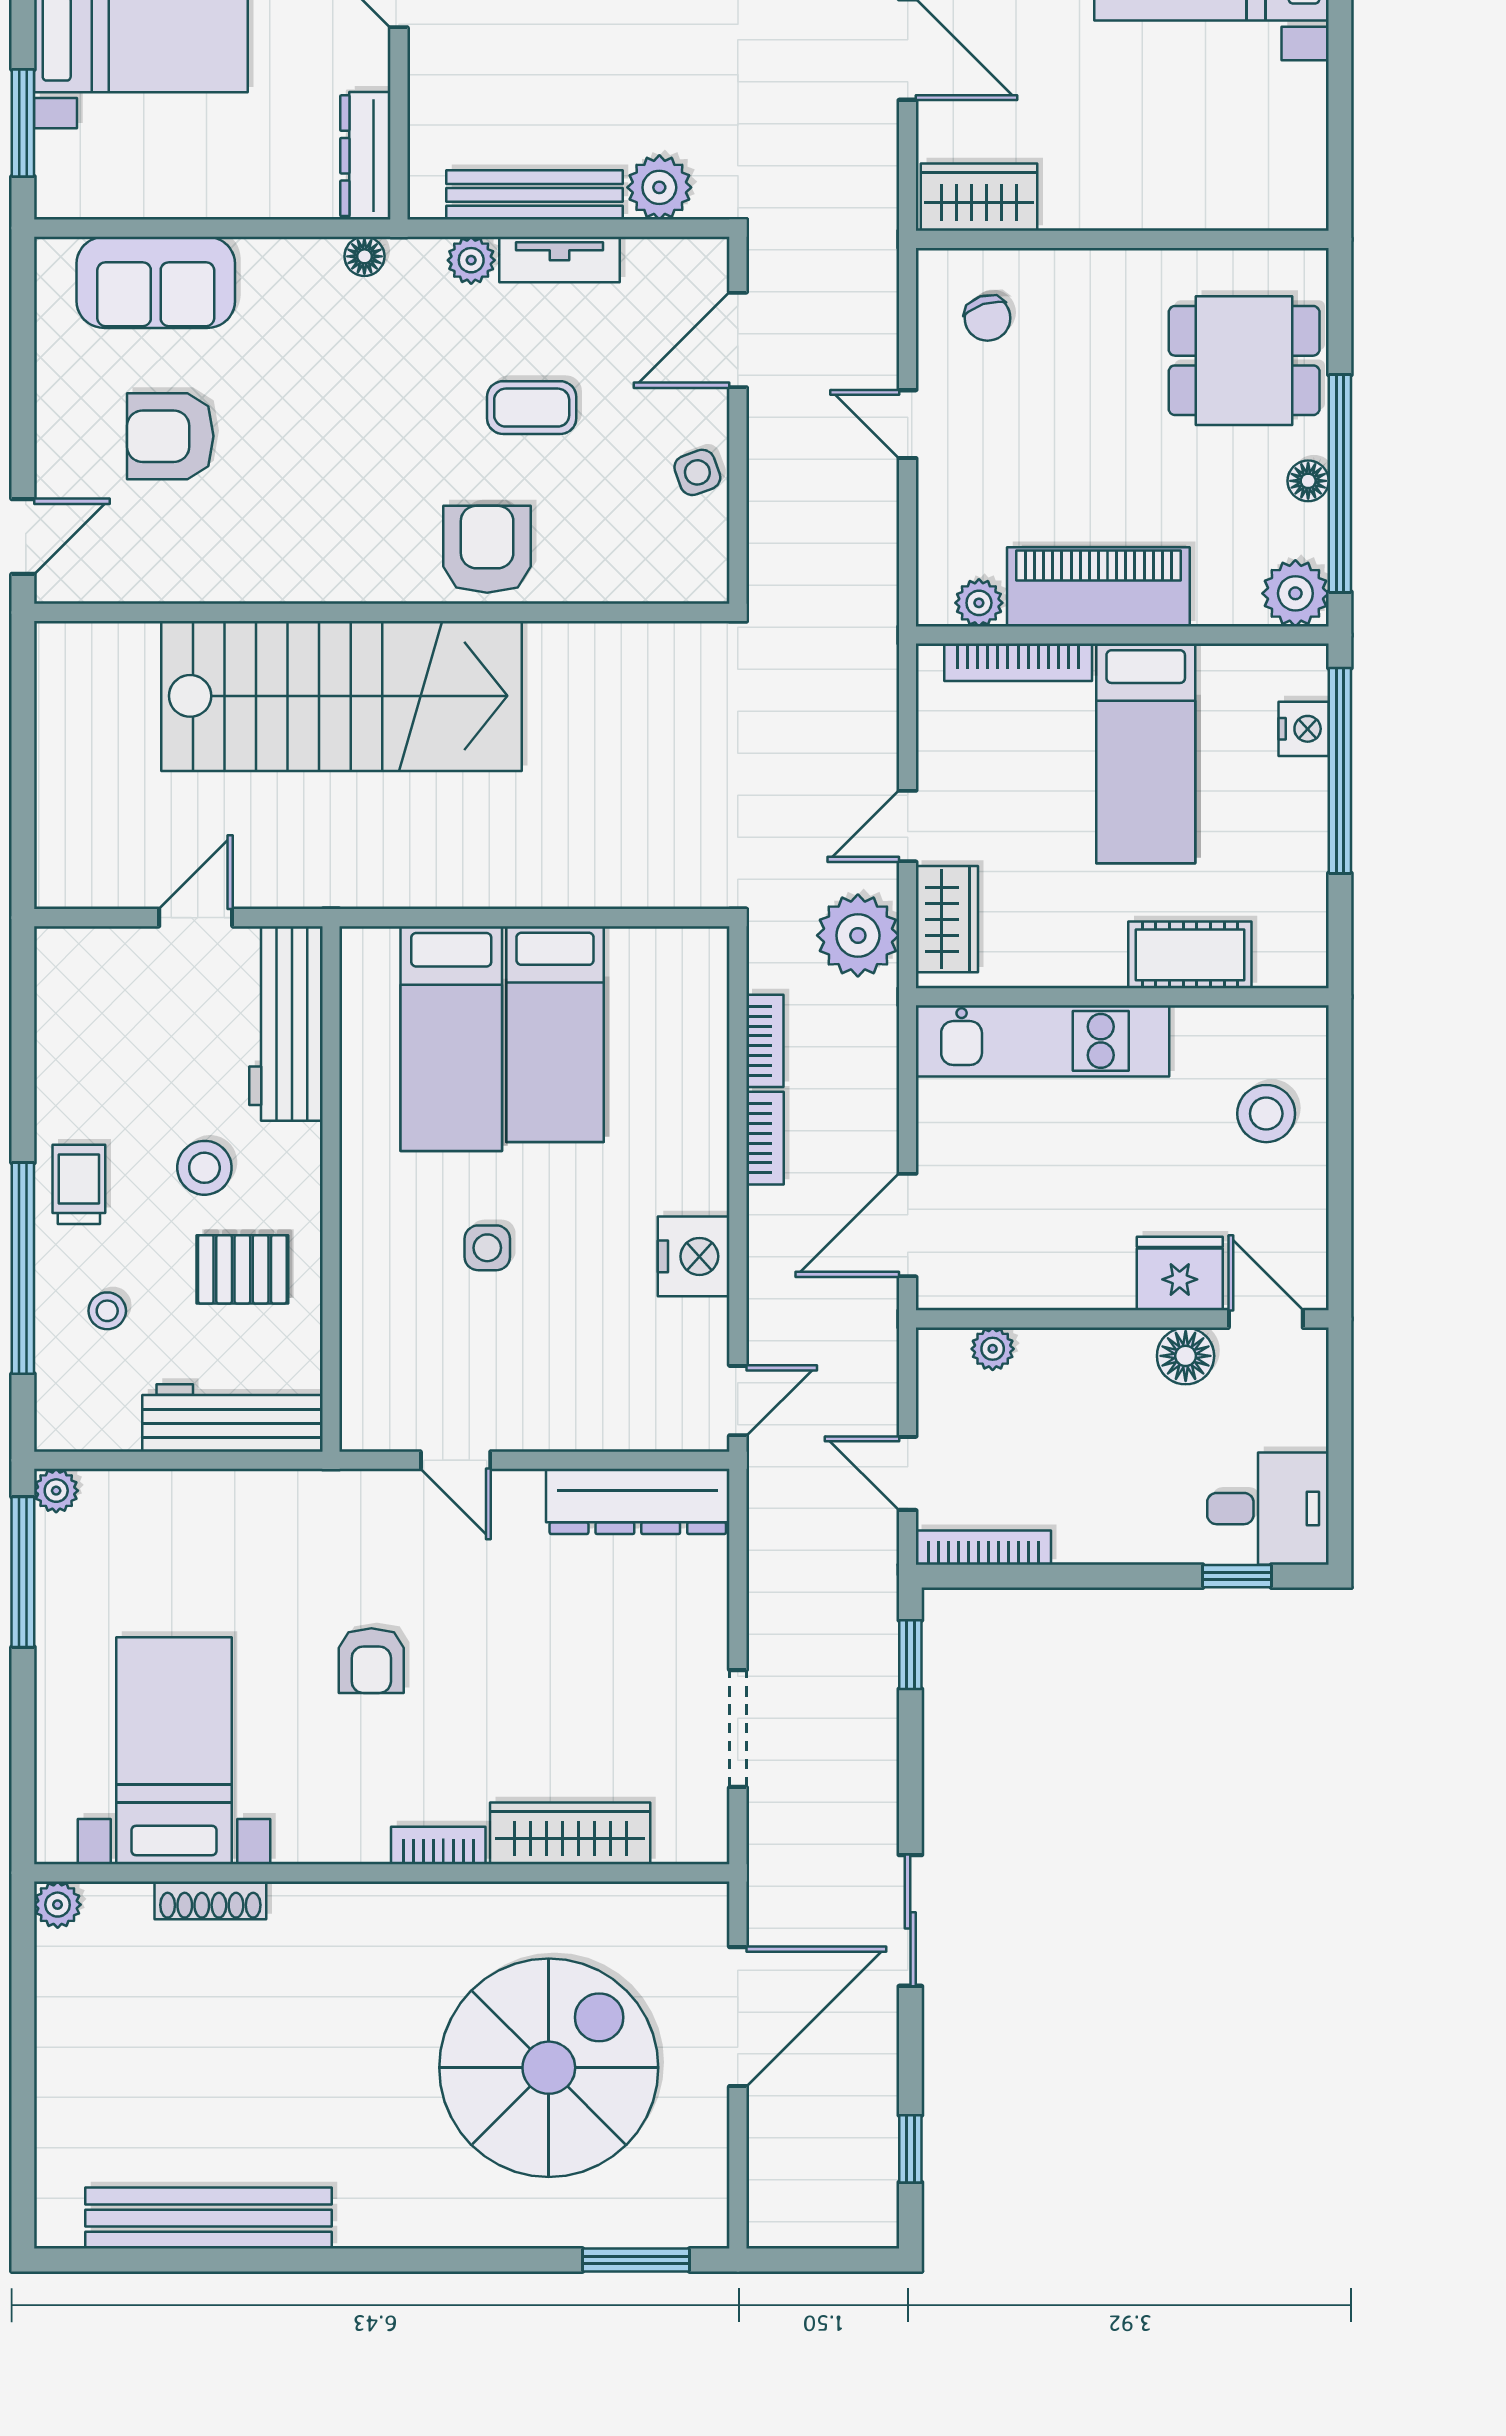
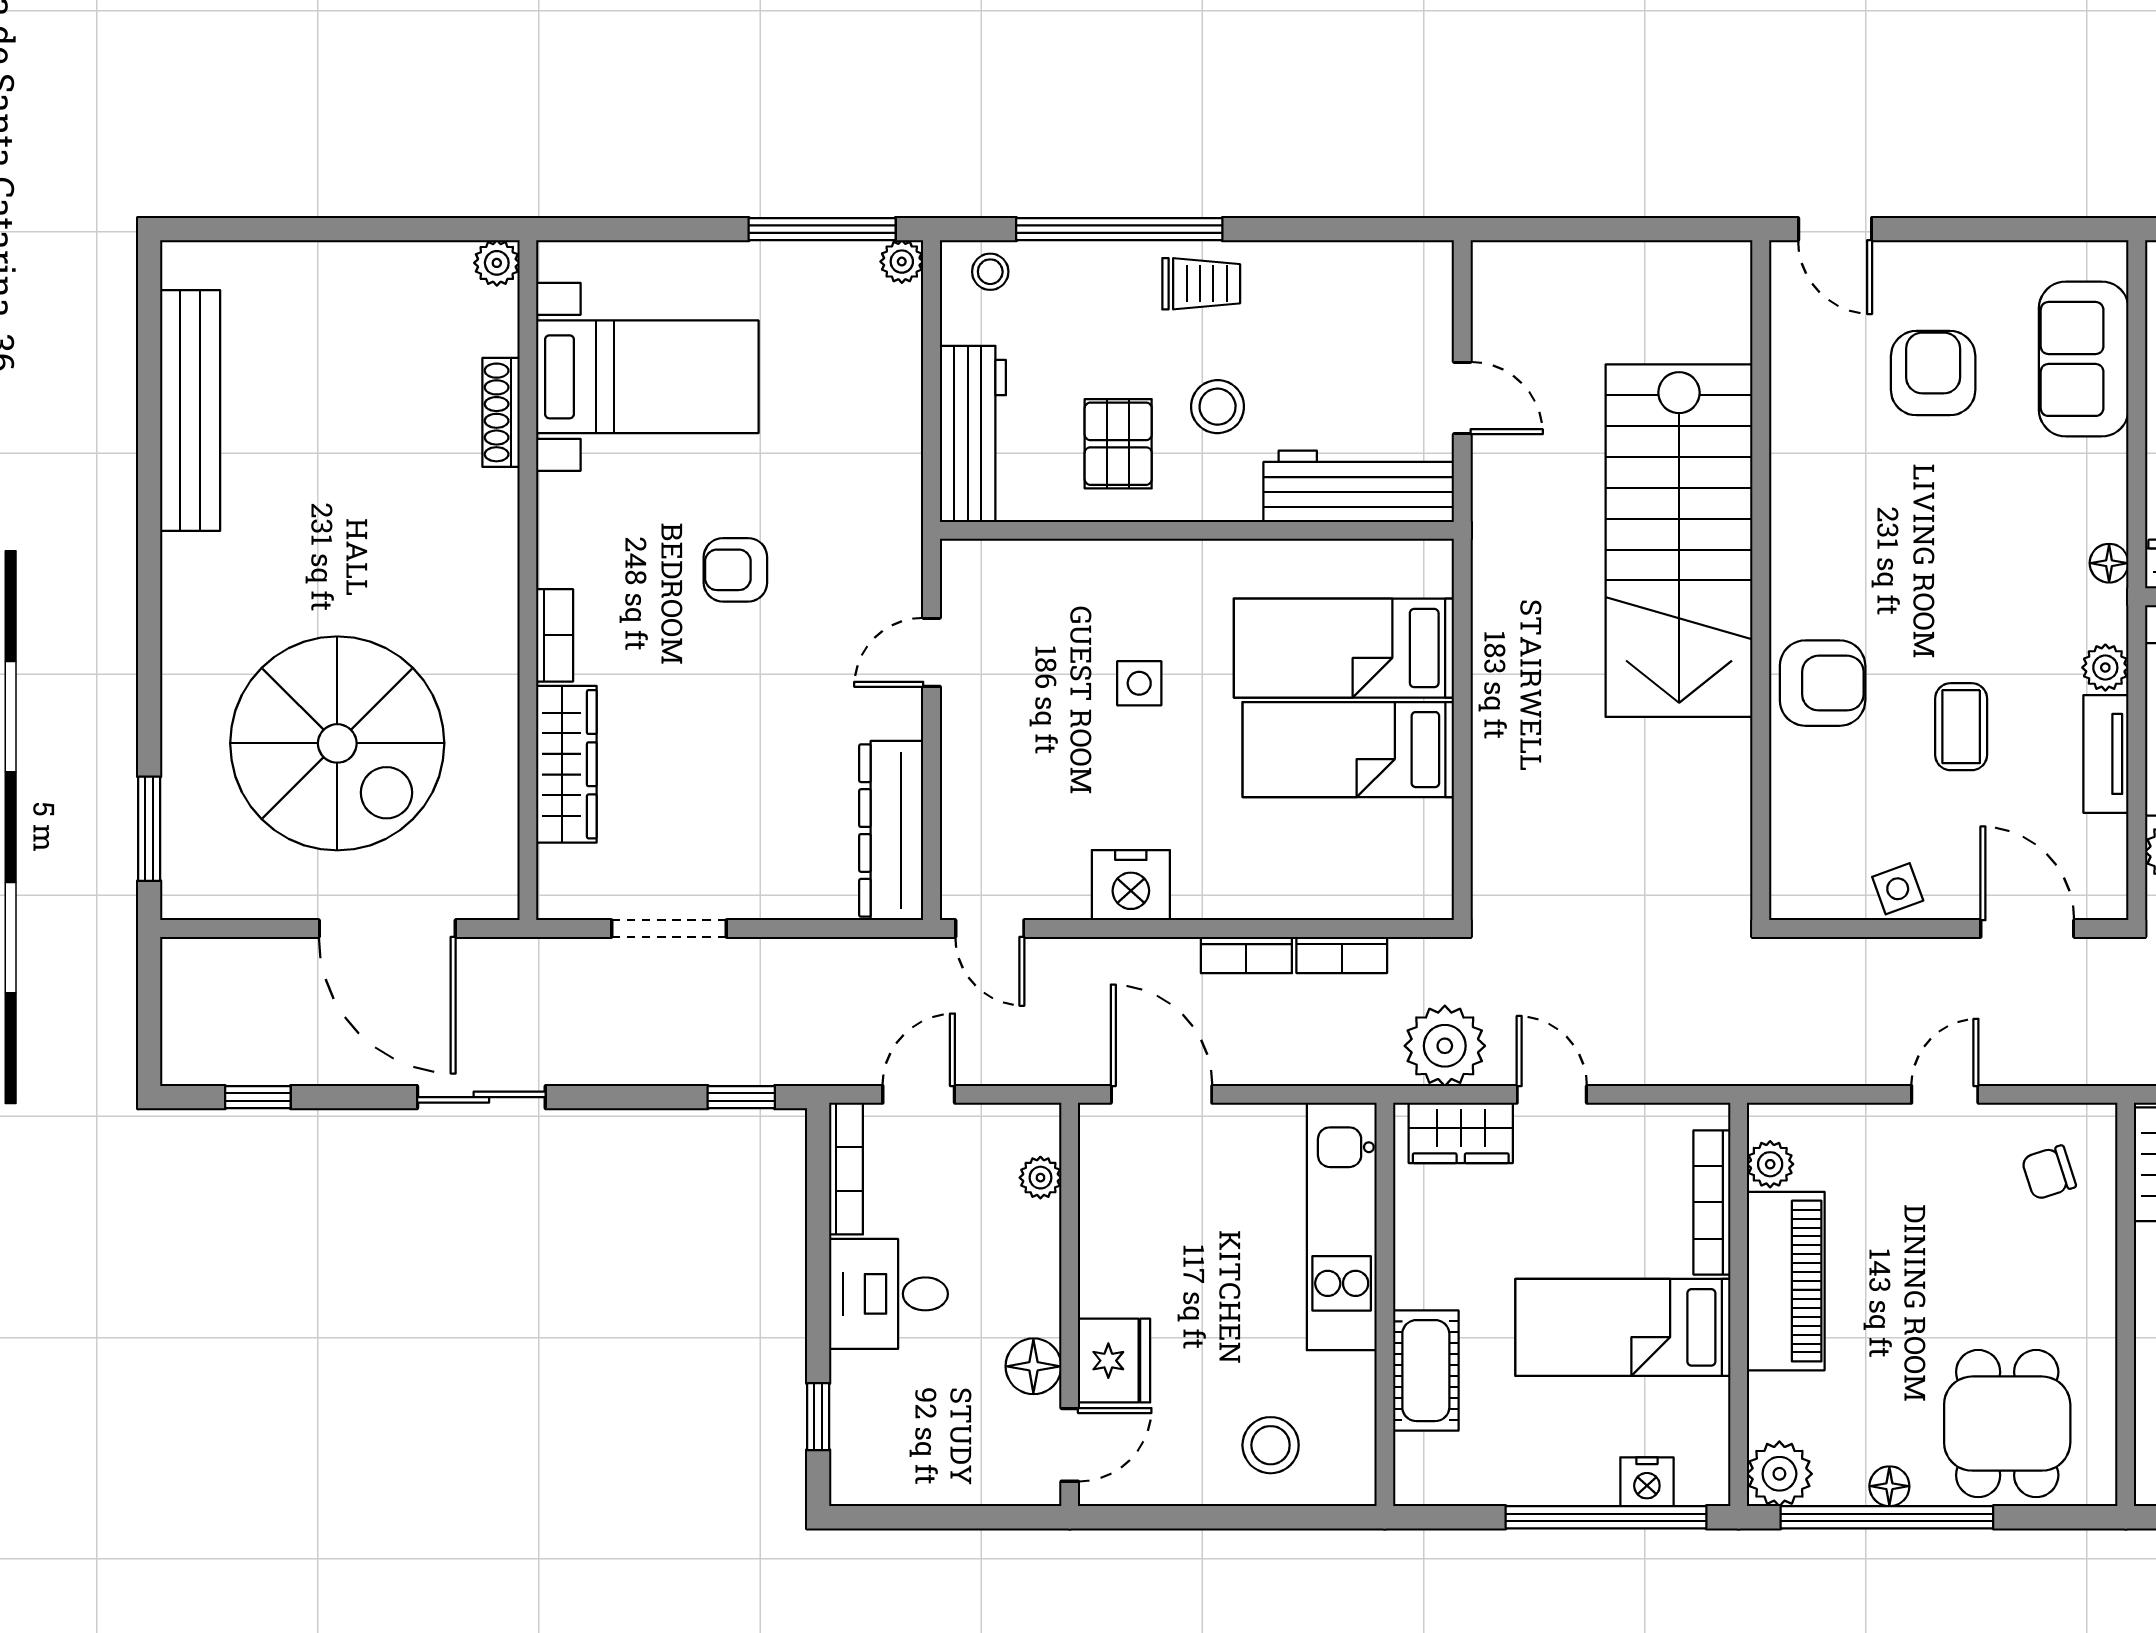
stool: (107, 1311) -> (990, 272), moved
desk: (1268, 1509) -> (889, 1294), moved, turned 90

